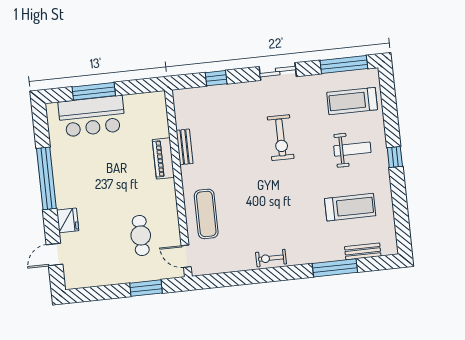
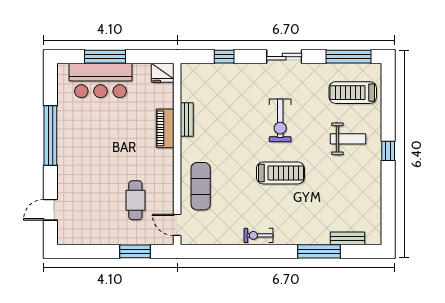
treadmill: (350, 207) -> (280, 173), moved
fridge: (68, 220) -> (163, 73), moved, turned 90

